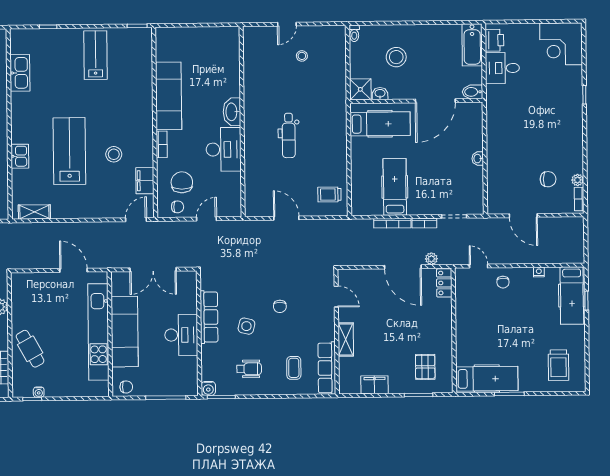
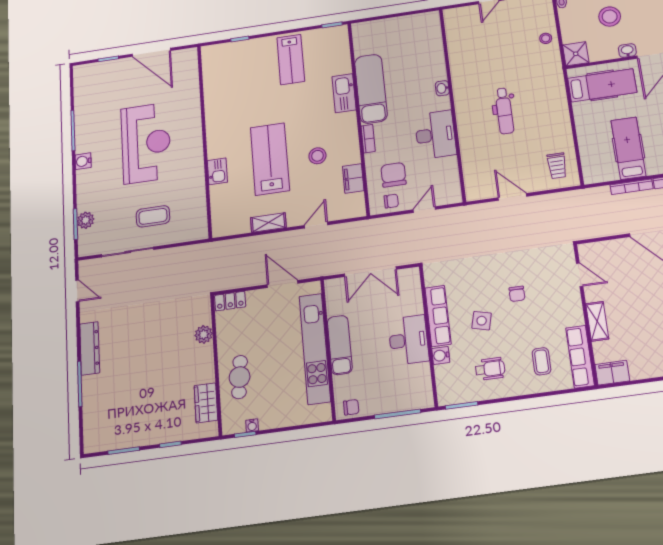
lab bench: (95, 55) -> (291, 59), turned 180
stool: (302, 56) -> (546, 38), moved
kitchen sink: (20, 73) -> (344, 93), moved, turned 180
washbasin: (380, 94) -> (627, 51), moved
washbasin: (232, 112) -> (442, 88), width x0.52, depth x0.69
trolley: (329, 194) -> (557, 166), turned -90
shelving: (34, 212) -> (268, 223), moved
door: (136, 220) -> (316, 225), moved
locker: (25, 280) -> (230, 301), added
exam couch: (125, 332) -> (340, 345), width x0.73, depth x0.69
cafe table: (30, 349) -> (240, 377), turned 35
filing cabinet: (375, 385) -> (612, 373), moved
water cooler: (208, 388) -> (441, 355), moved, turned 90

